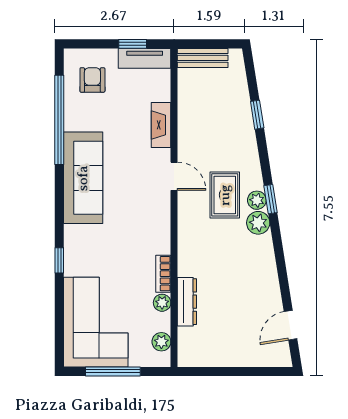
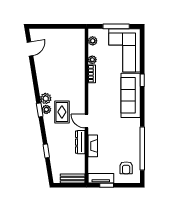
sofa: (83, 178) -> (131, 95), moved
dresser: (187, 302) -> (80, 142), moved

